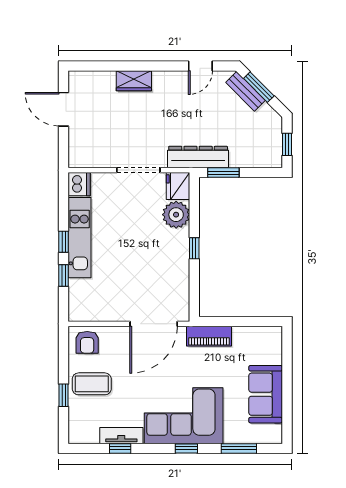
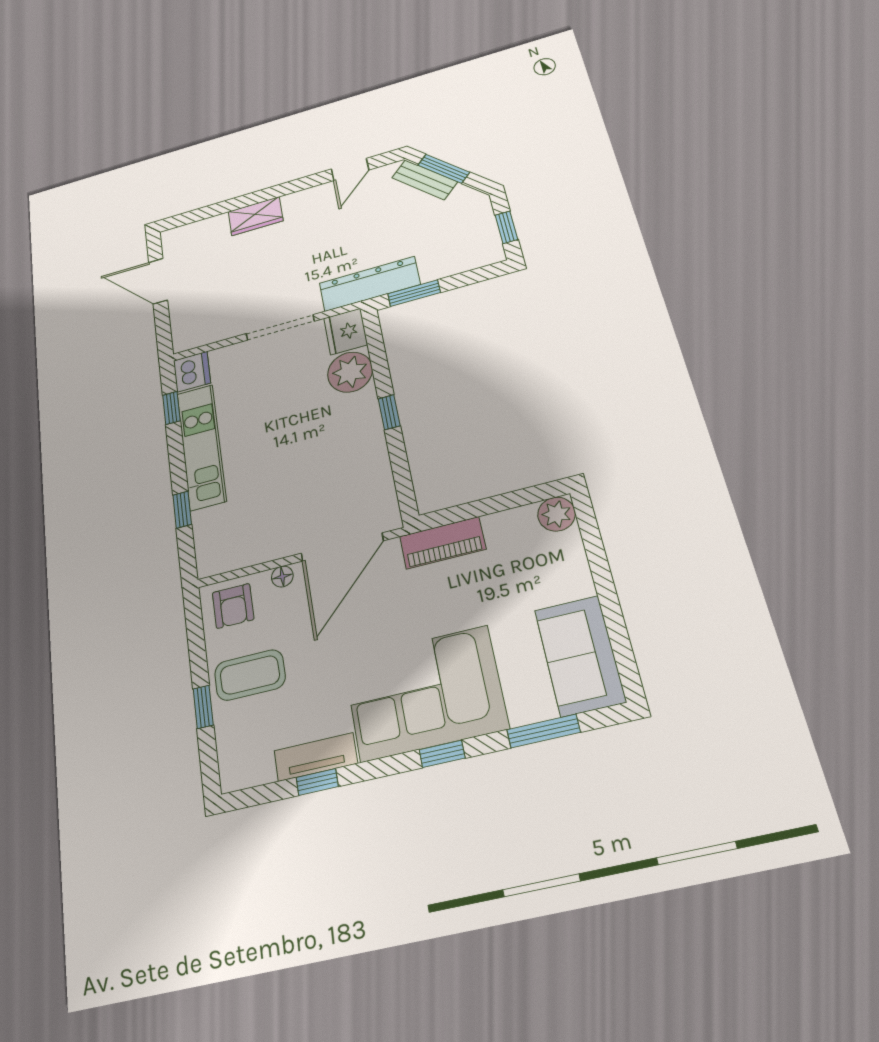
window: (64, 242) -> (171, 408), moved
floor lamp: (117, 332) -> (282, 577), added
plant: (272, 336) -> (557, 514), added
sofa: (266, 394) -> (580, 655), moved

